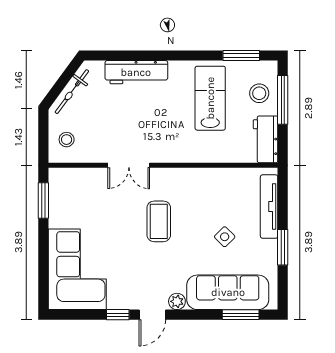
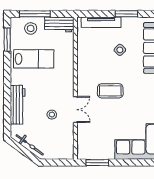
lab bench: (210, 98) -> (34, 59), turned 180
stool: (67, 140) -> (52, 115), moved

